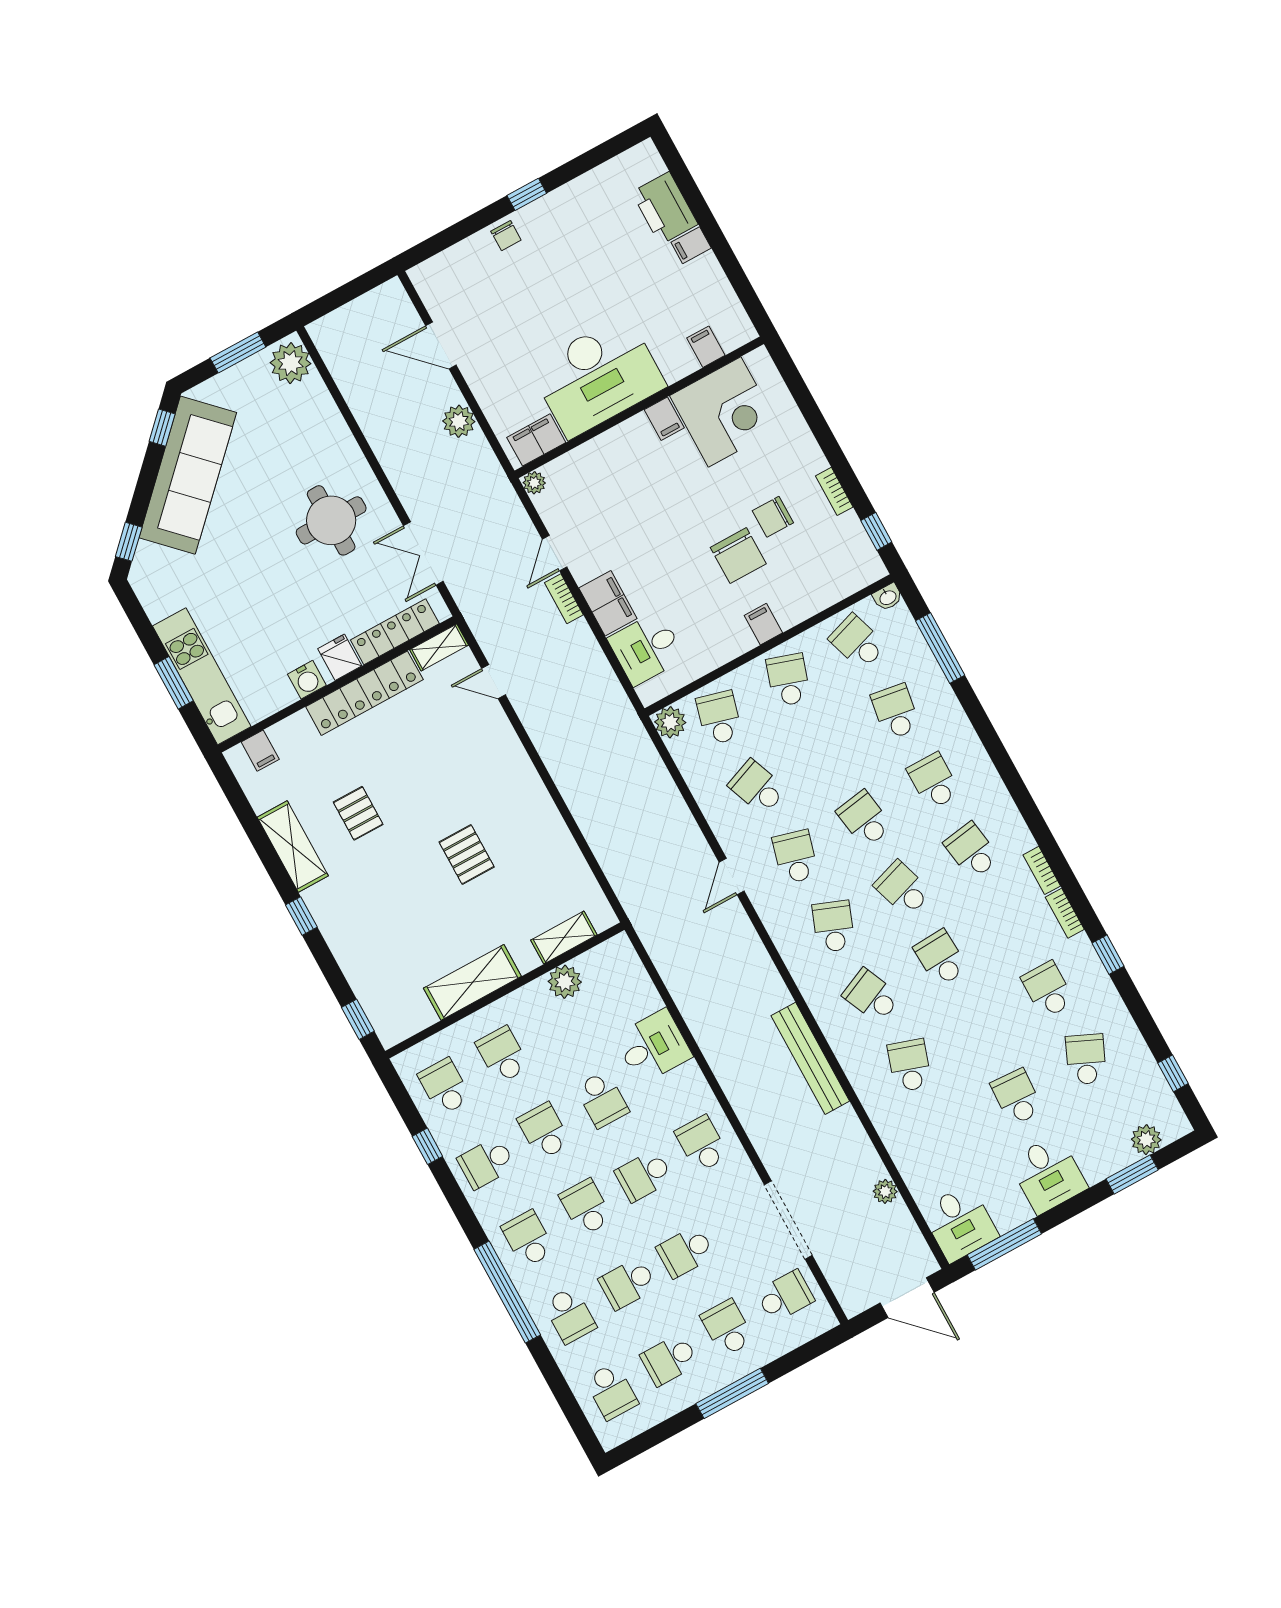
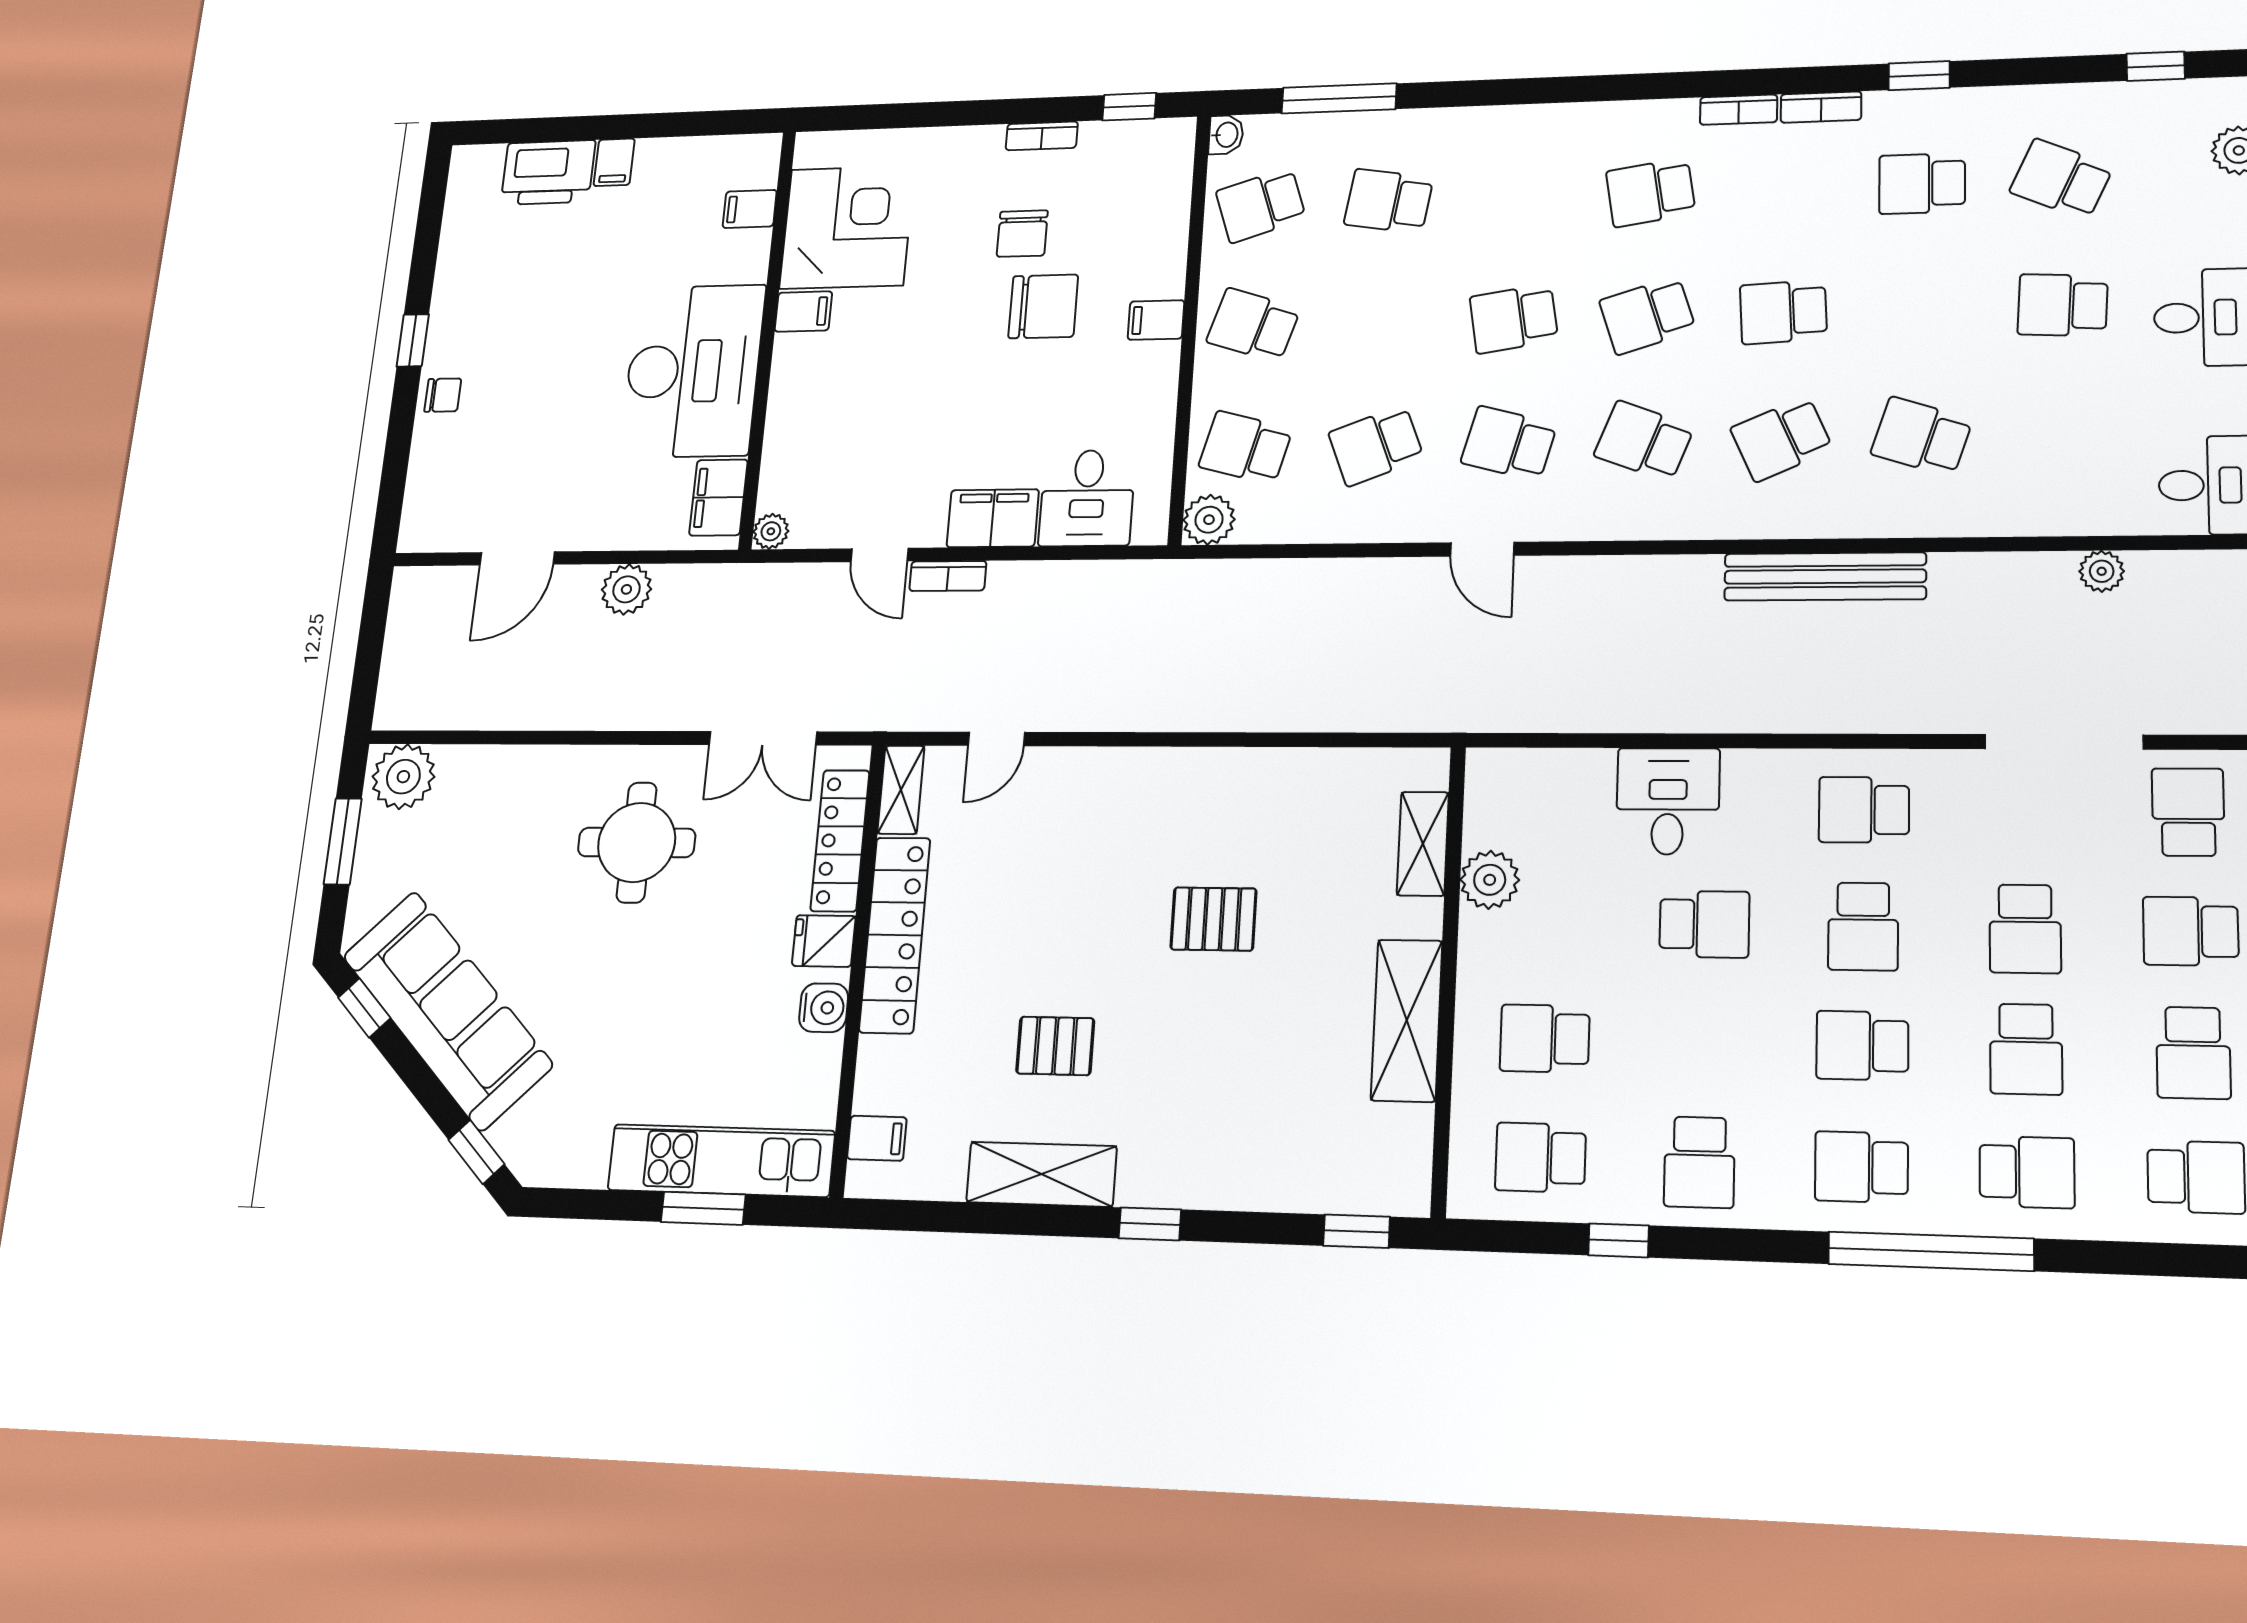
school desk: (934, 781) -> (1519, 197), removed
school desk: (544, 1131) -> (1702, 1042), removed

